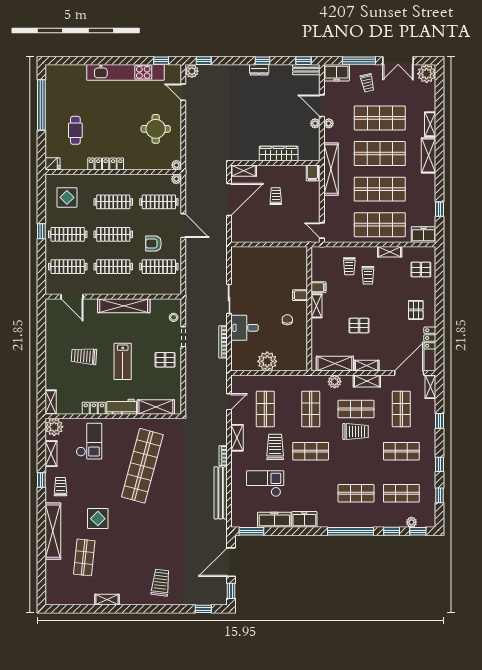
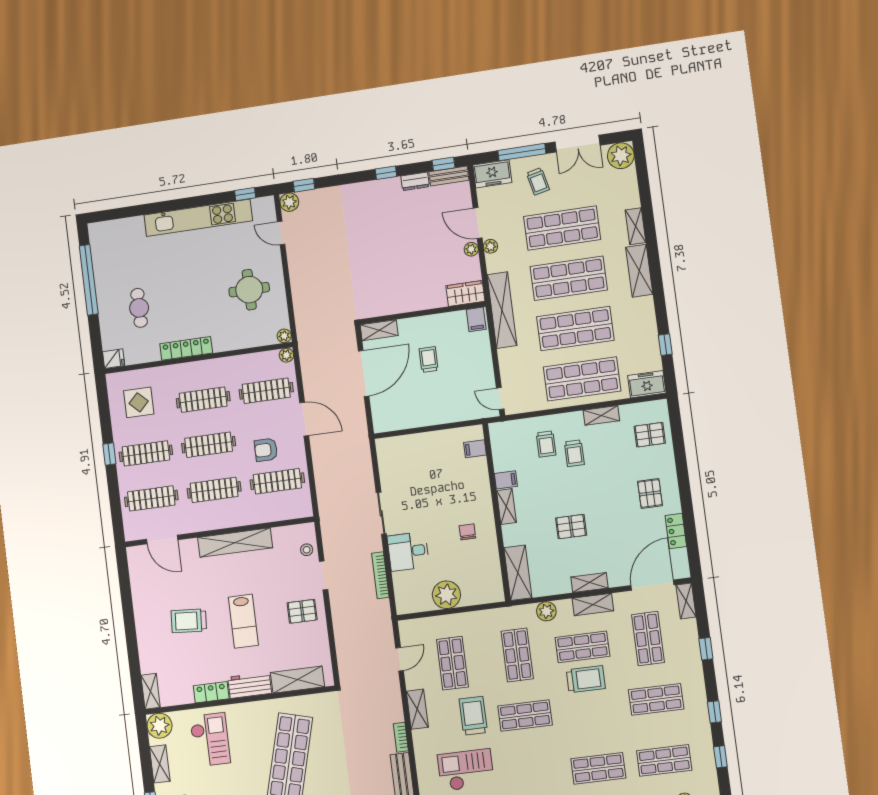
dresser: (259, 70) -> (415, 181), moved
wardrobe: (279, 154) -> (465, 293), moved, width x0.67
filing cabinet: (300, 295) -> (475, 449), moved
shelving: (335, 364) -> (518, 573), moved, turned 90

